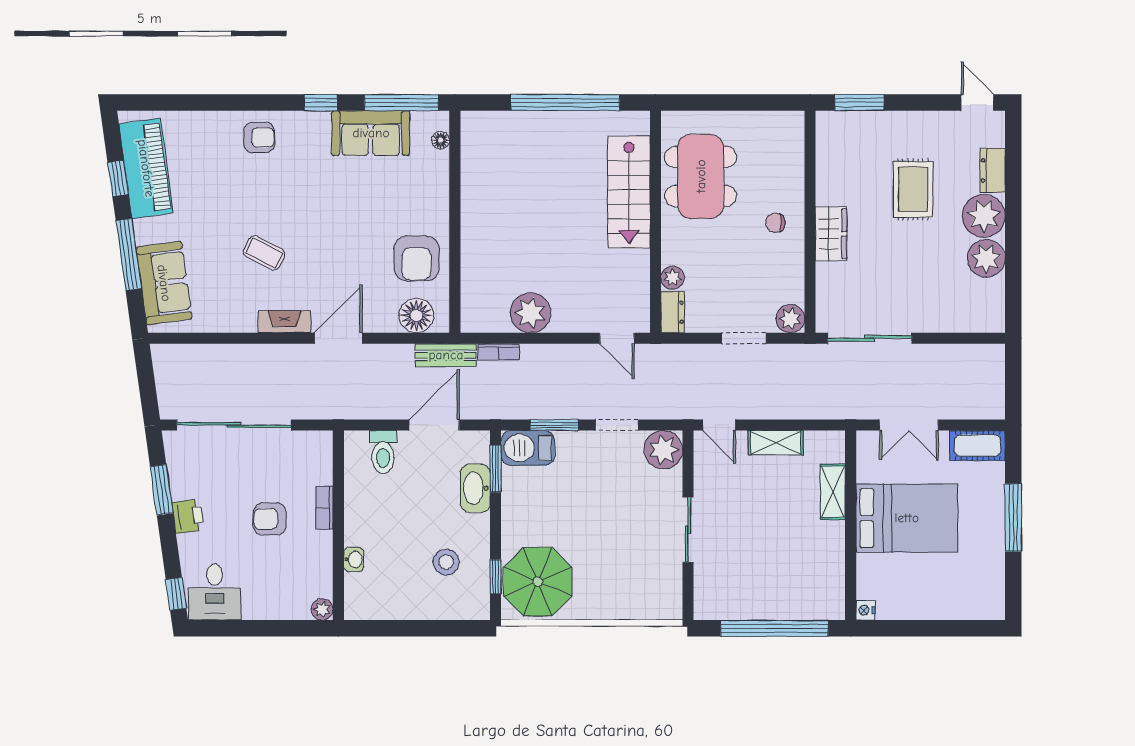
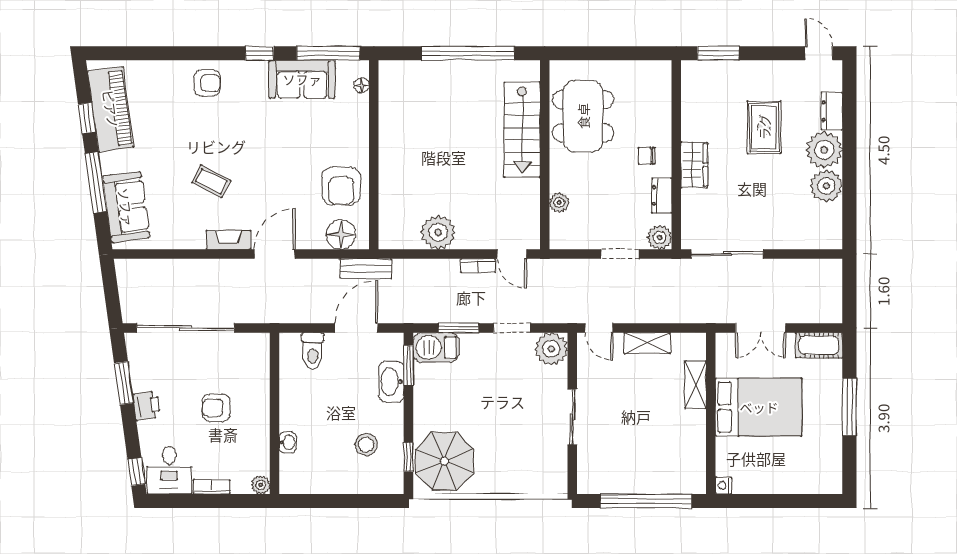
dresser: (673, 312) -> (662, 196), moved, turned 180
bookcase: (498, 352) -> (478, 266), moved
bookcase: (324, 508) -> (212, 487), moved, turned 90

